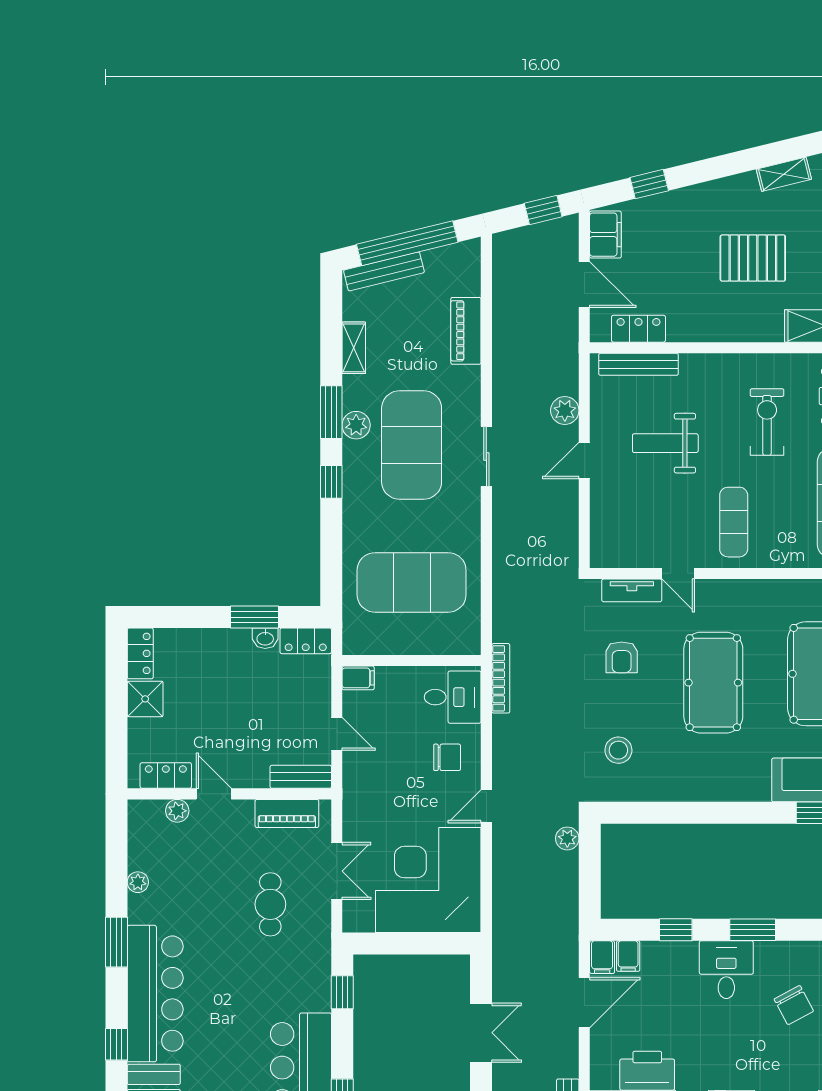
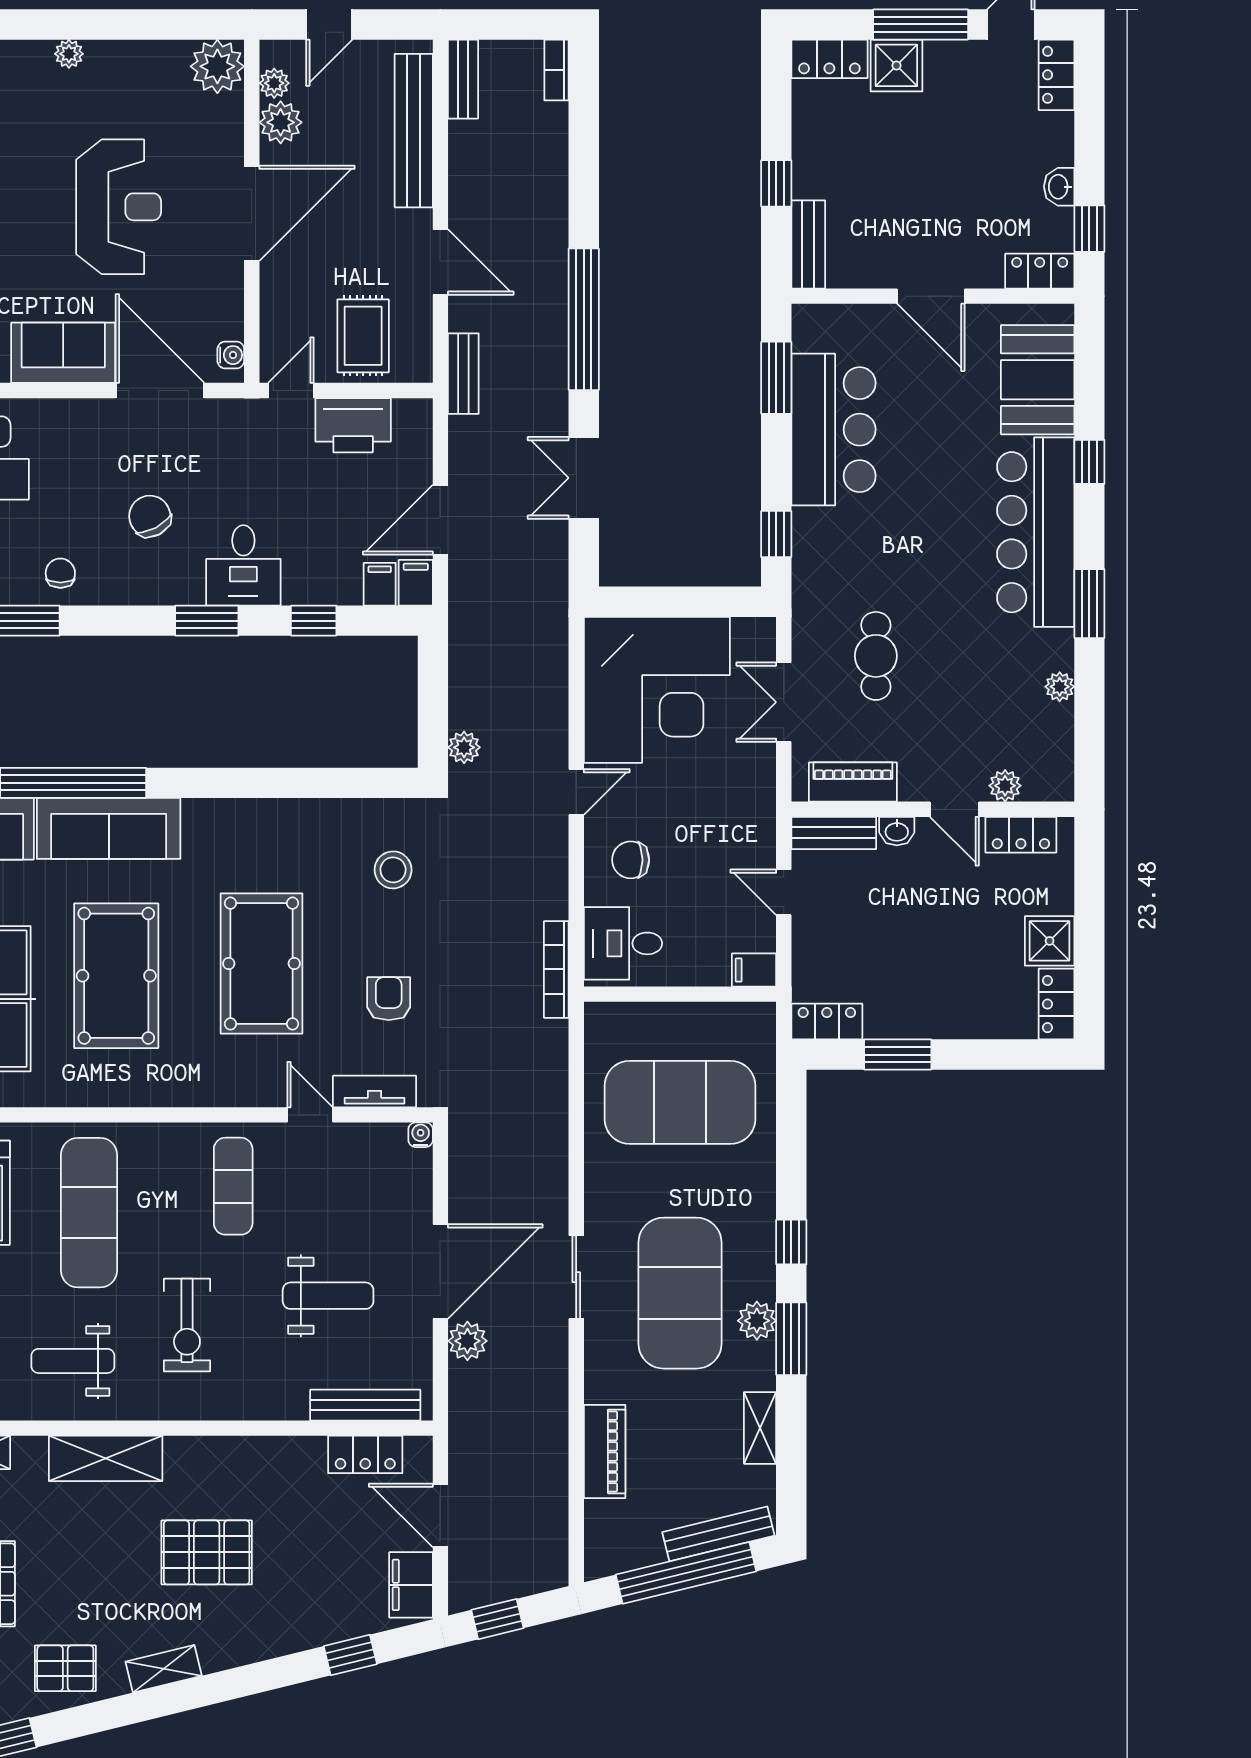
door: (584, 461) -> (440, 1272), width x1.88
water cooler: (599, 559) -> (421, 1135), added
washbasin: (265, 638) -> (897, 831), moved, turned 180

